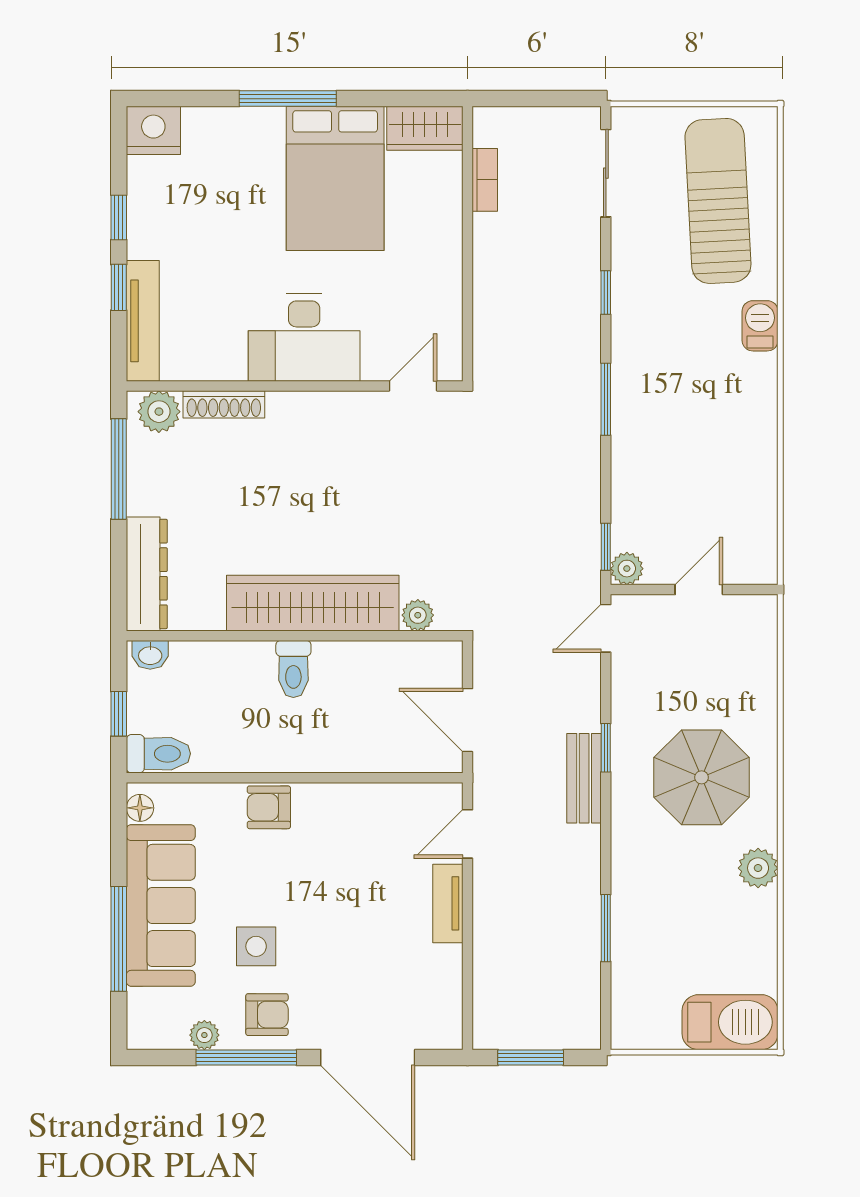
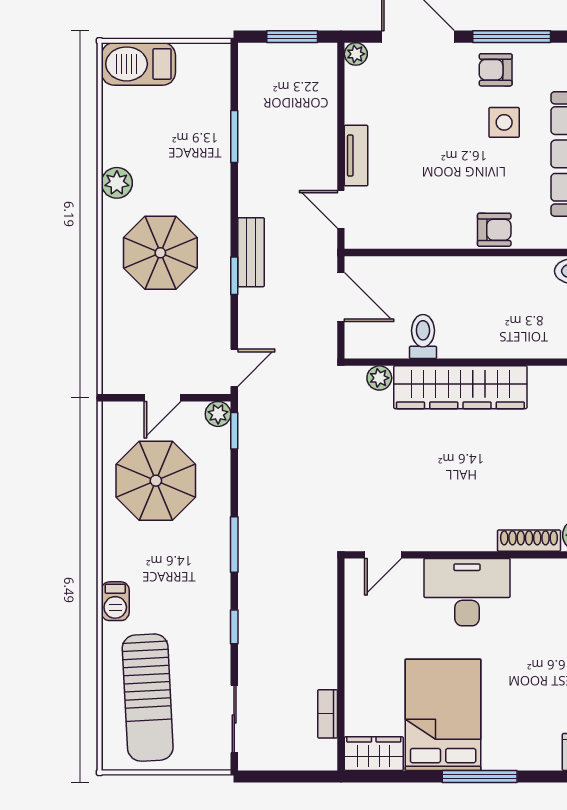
parasol: (707, 482) -> (156, 481), added
toilet: (293, 669) -> (423, 336), moved
door: (468, 834) -> (341, 209), swing flipped
plant: (204, 1035) -> (356, 54), moved

